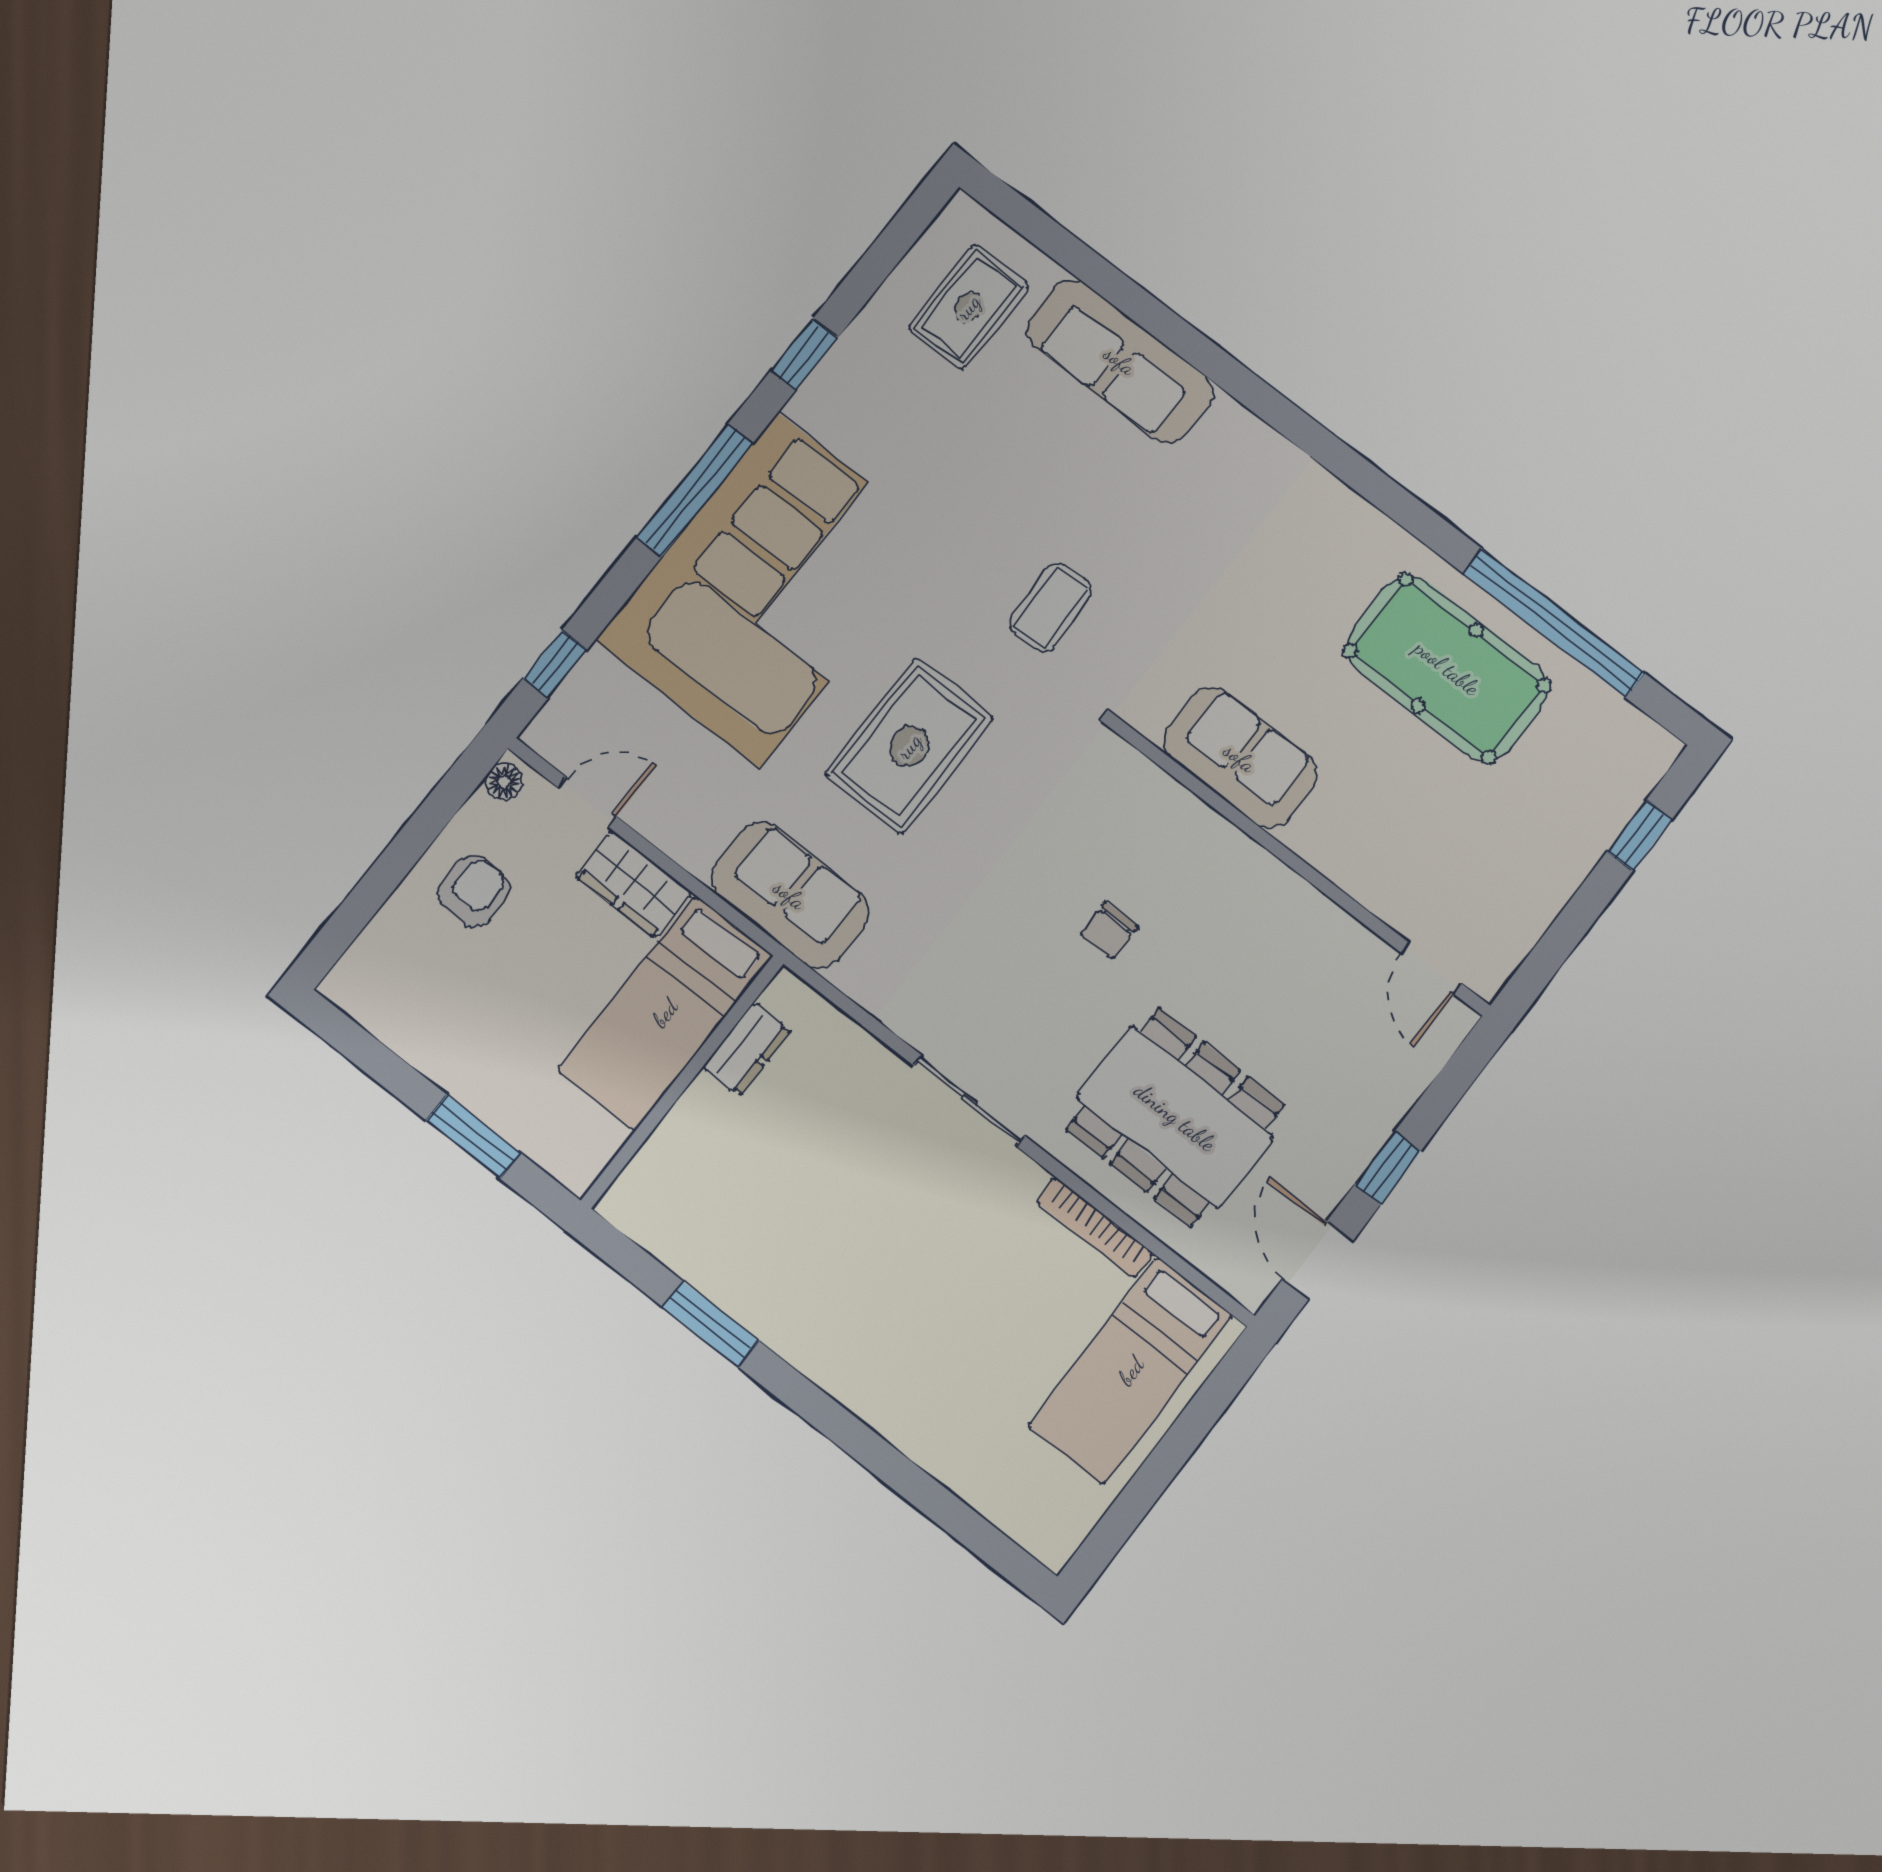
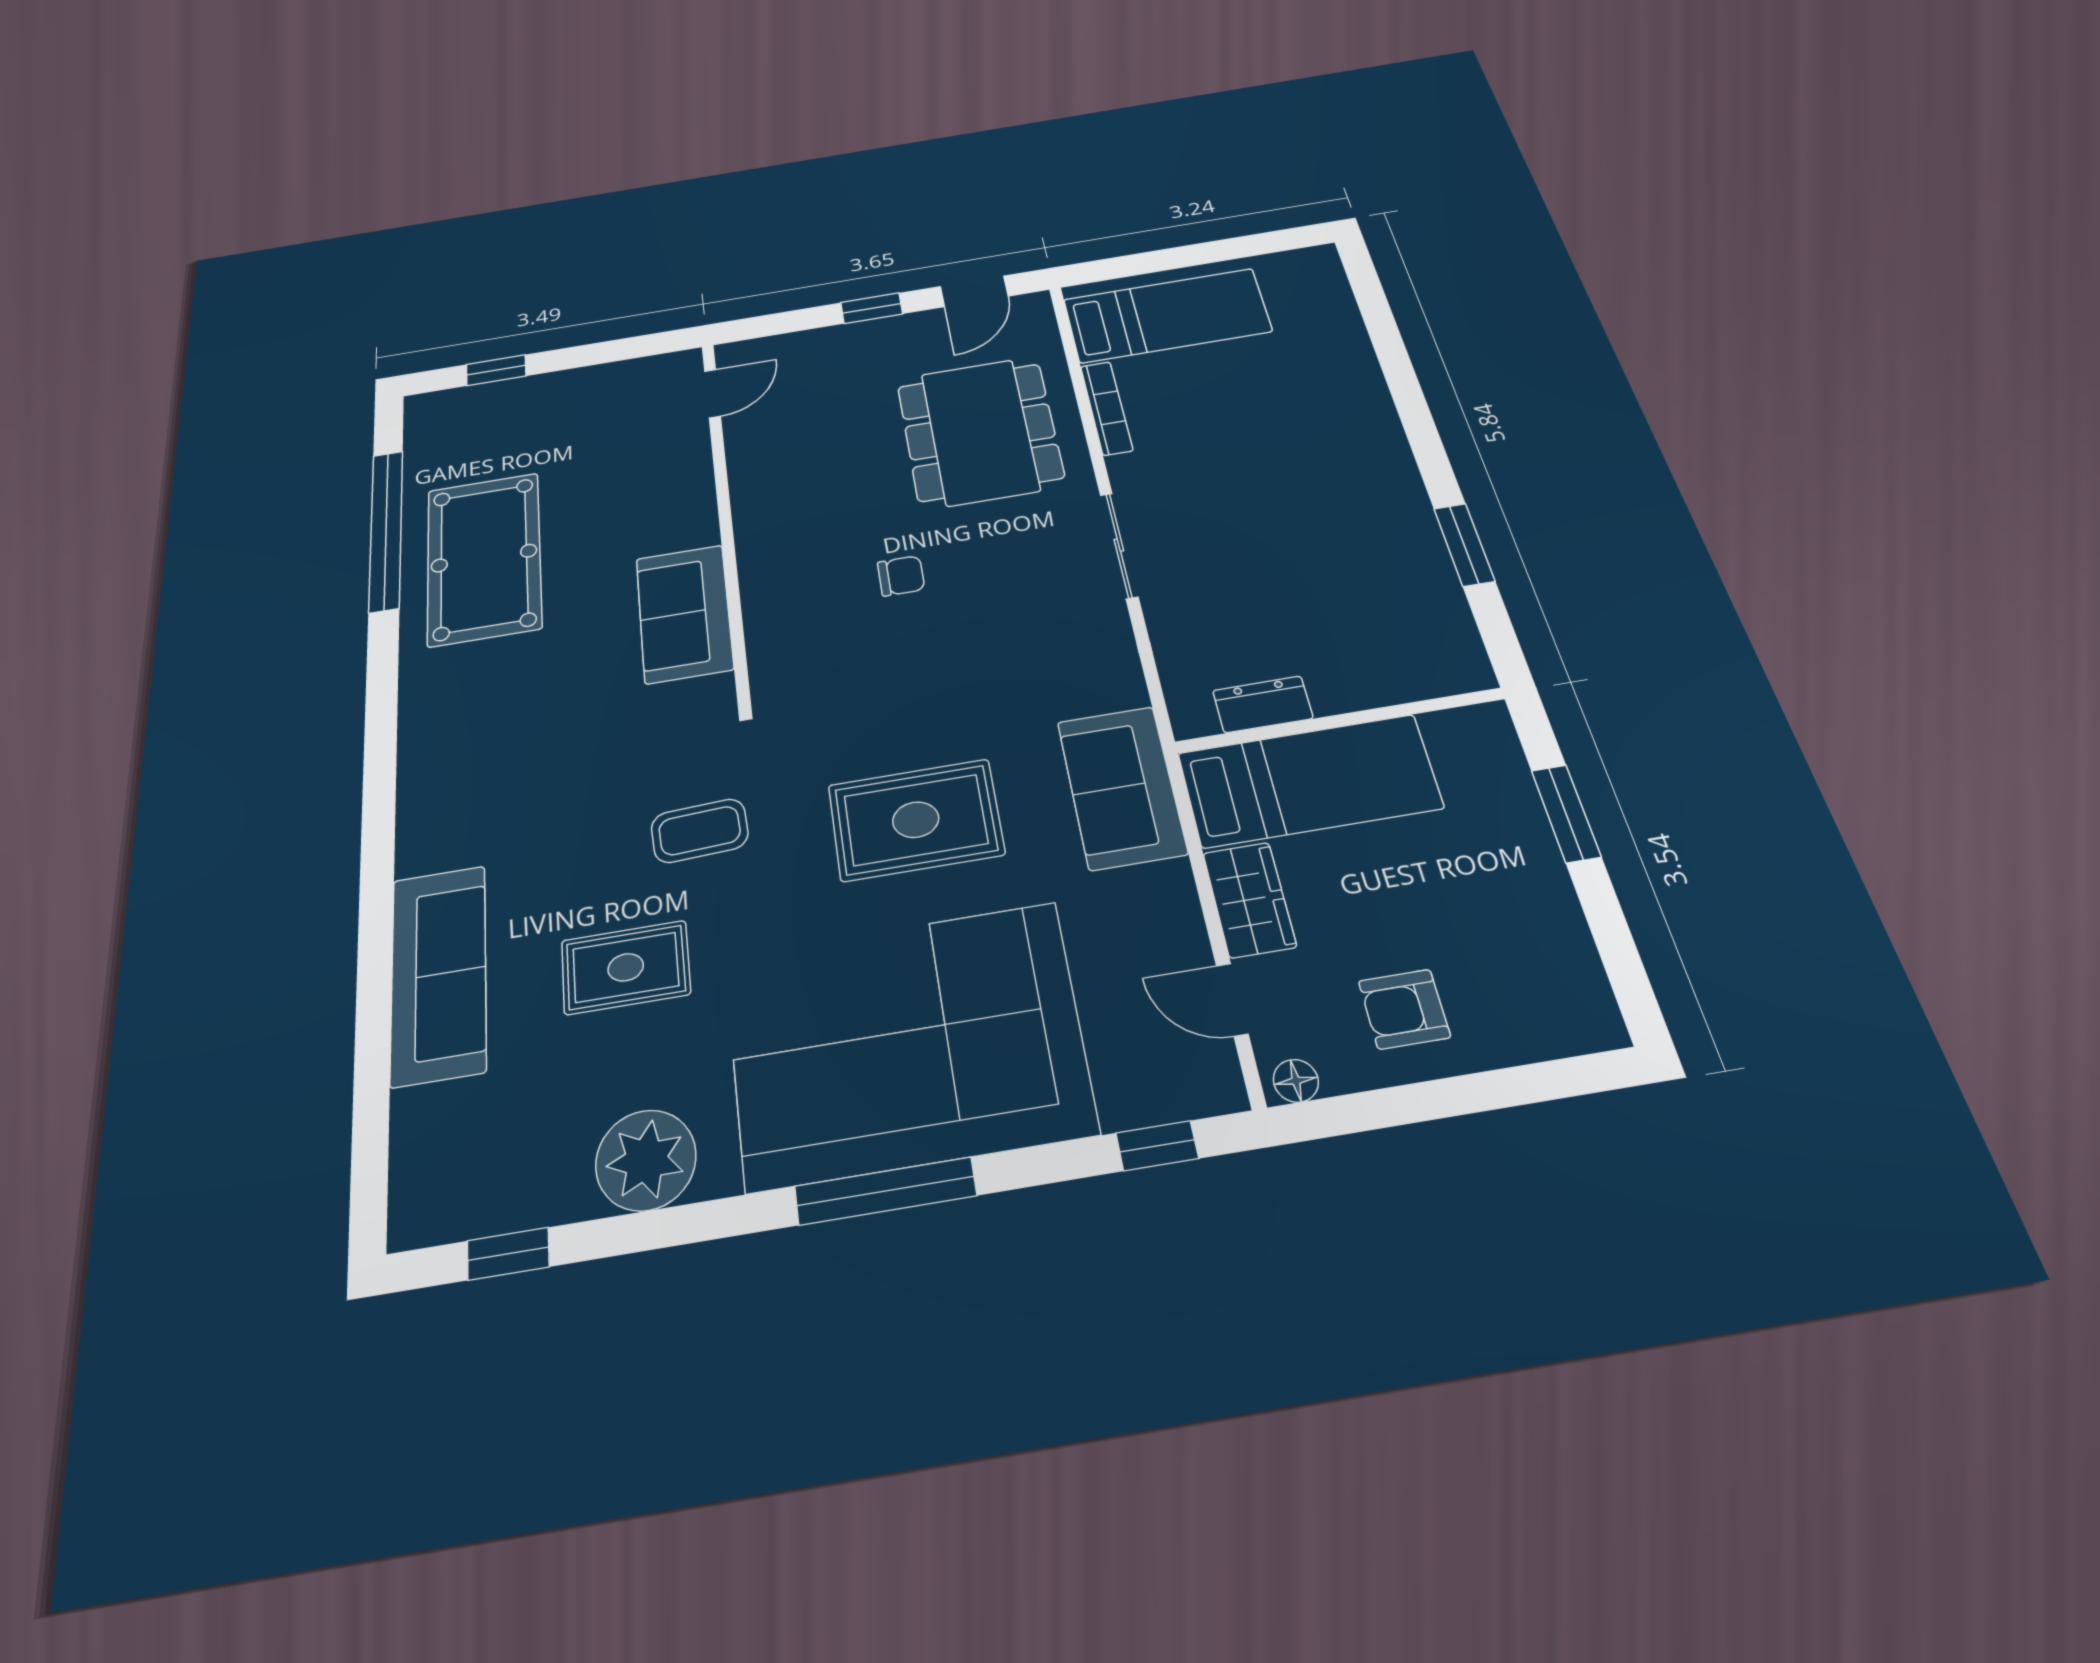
rug: (968, 307) -> (626, 967), moved
window: (804, 354) -> (508, 1254), moved
plant: (859, 376) -> (646, 1160), added

